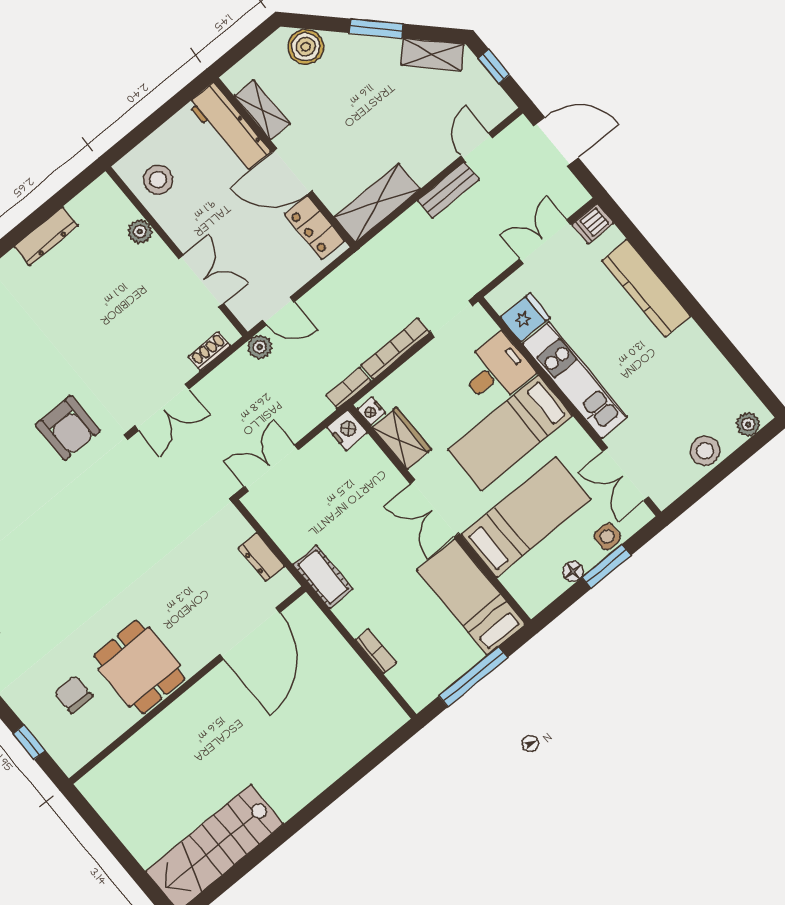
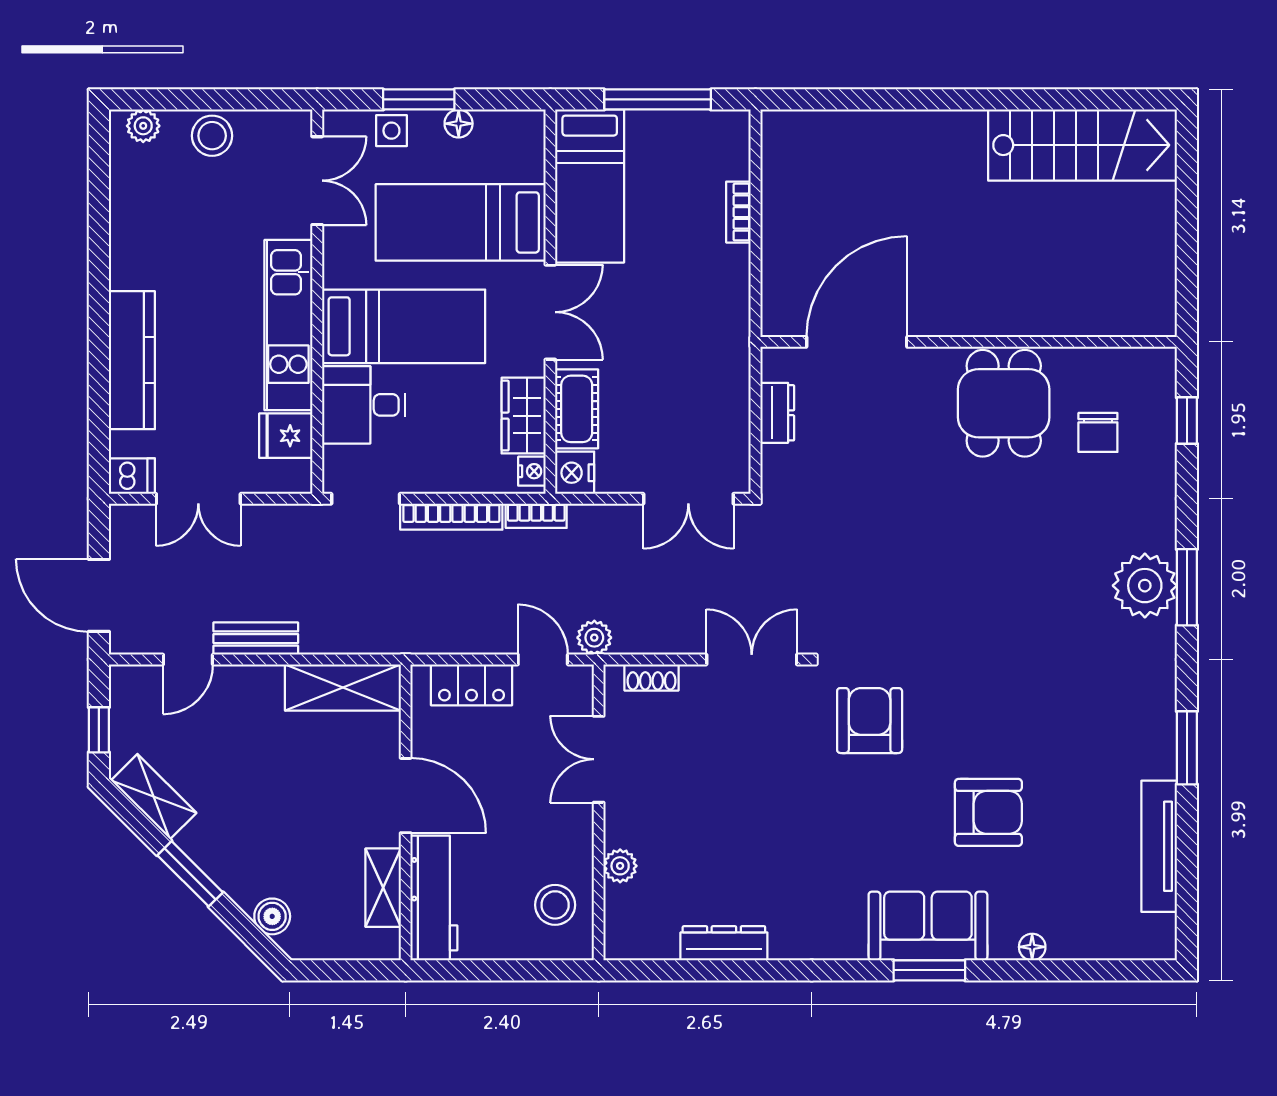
boiler: (306, 47) -> (272, 916), width x0.73, depth x0.73
locker: (315, 228) -> (472, 685), moved, turned 90
cot: (323, 577) -> (577, 409), moved

